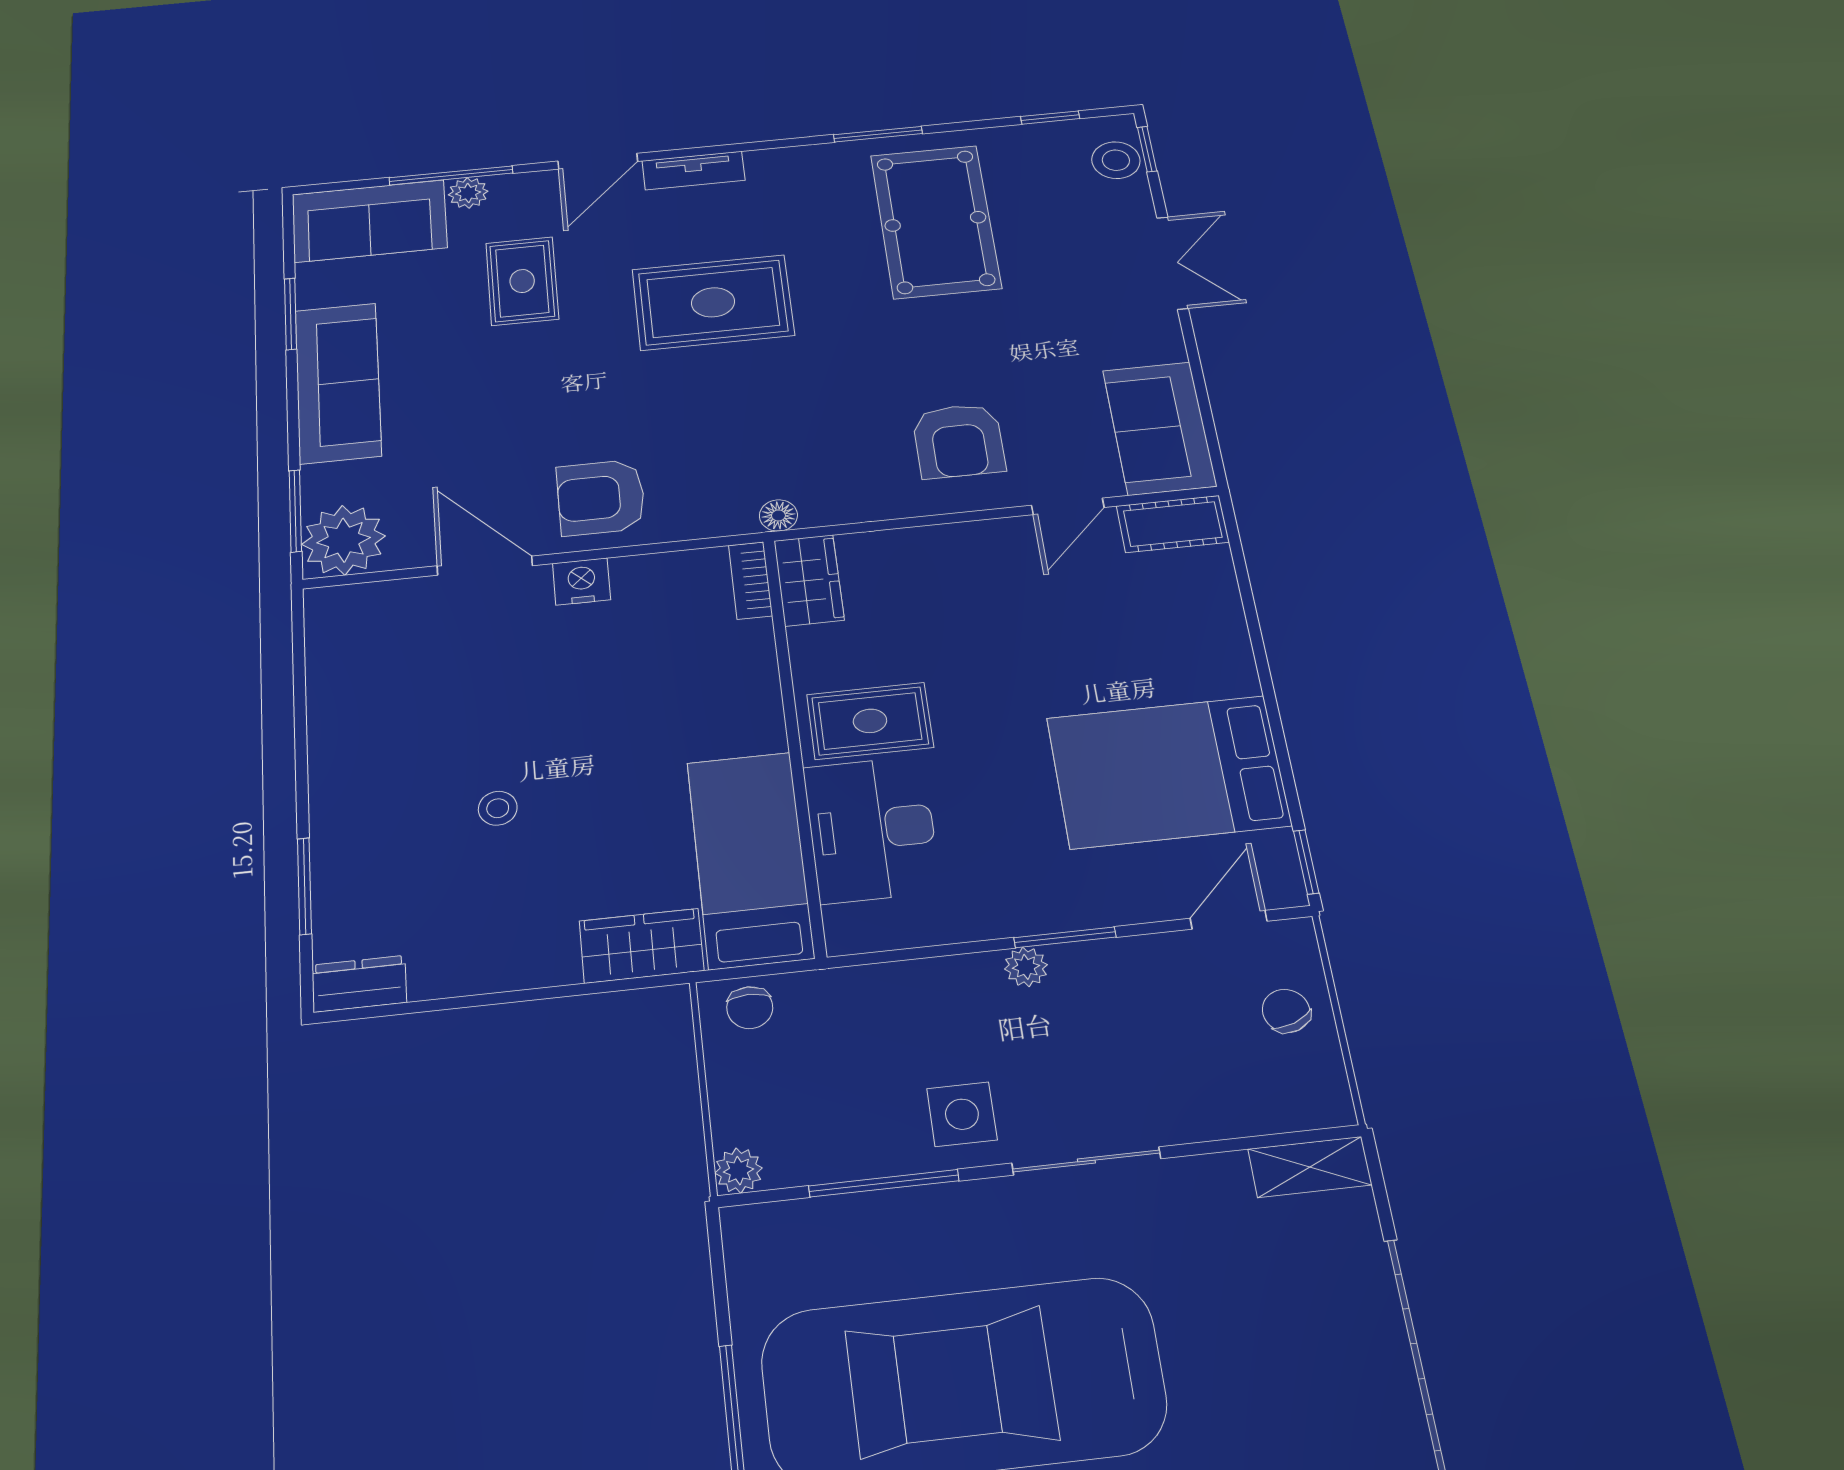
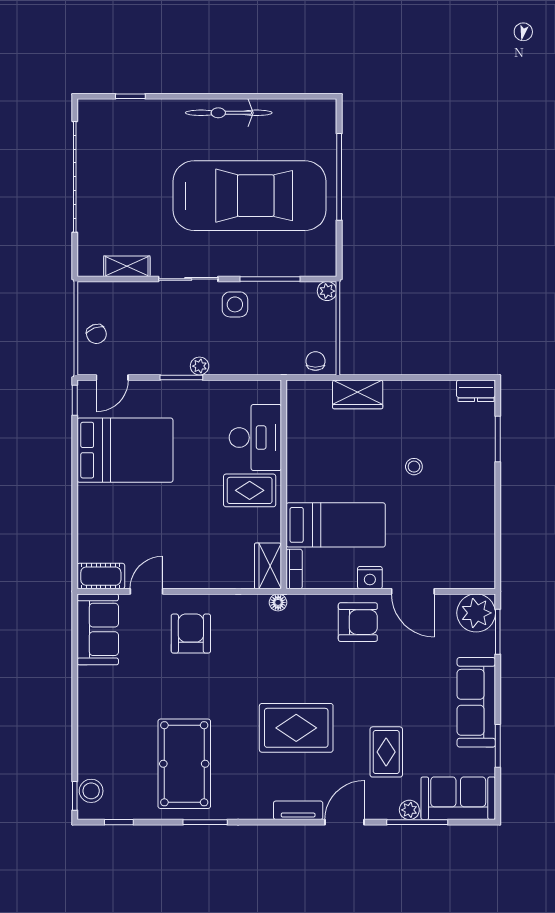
double door: (1173, 263) -> (75, 724), removed
bed: (750, 859) -> (336, 525), moved, turned -90
shelving: (1310, 1167) -> (127, 266), moved

